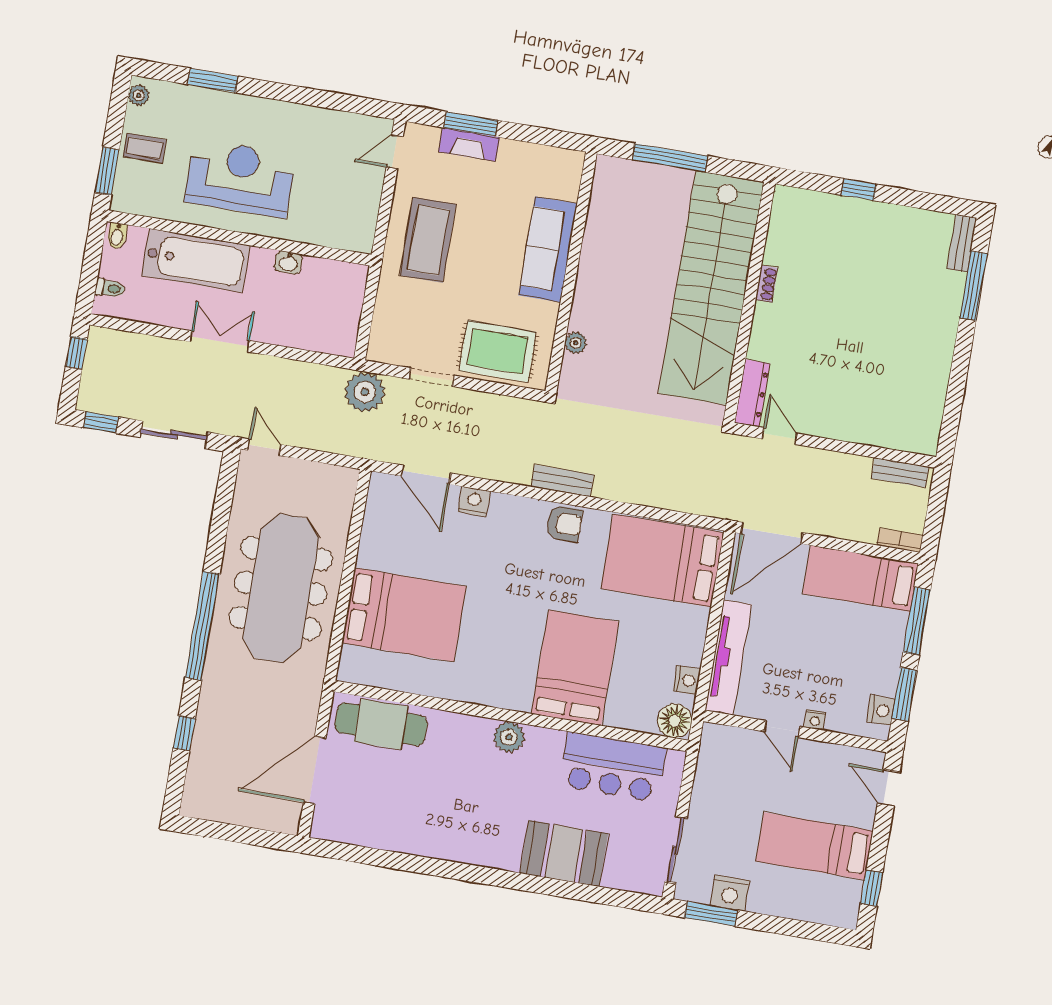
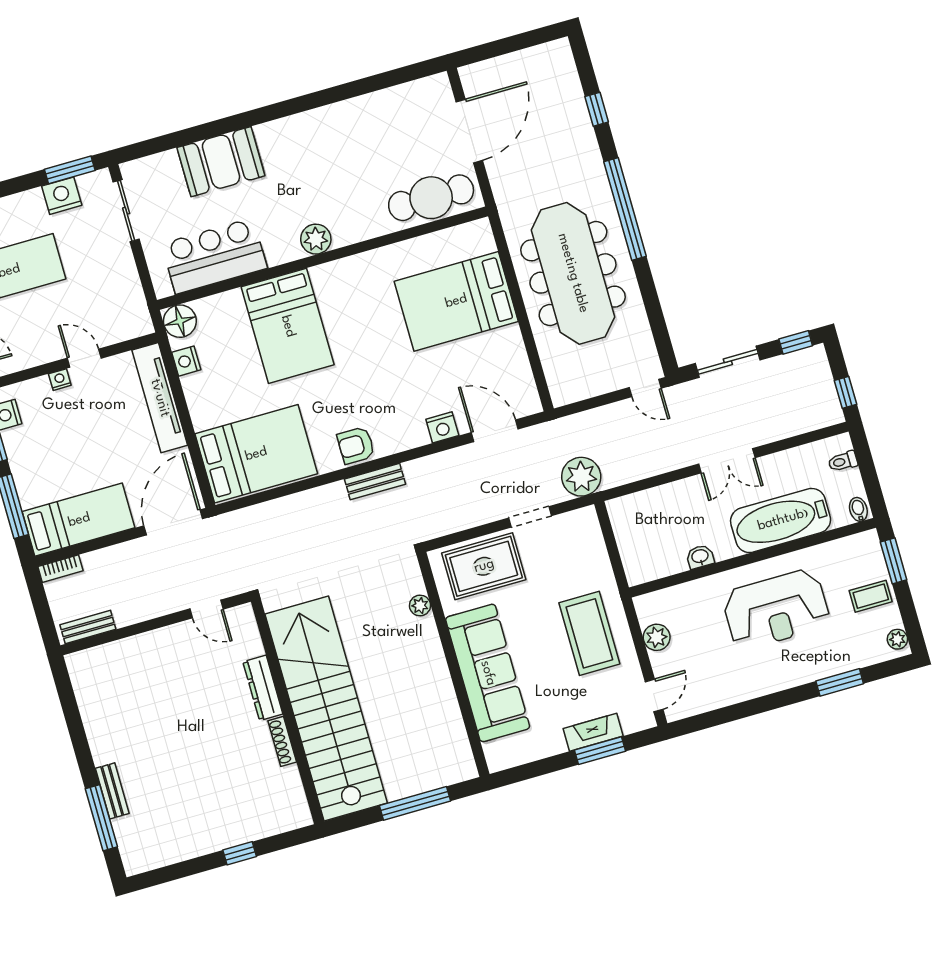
plant: (366, 206) -> (657, 637), added
bench: (962, 243) -> (112, 791), moved
sofa: (548, 249) -> (488, 673), width x1.36, depth x1.27
shoe rack: (767, 284) -> (282, 741), width x1.43
dresser: (752, 393) -> (263, 688), moved

